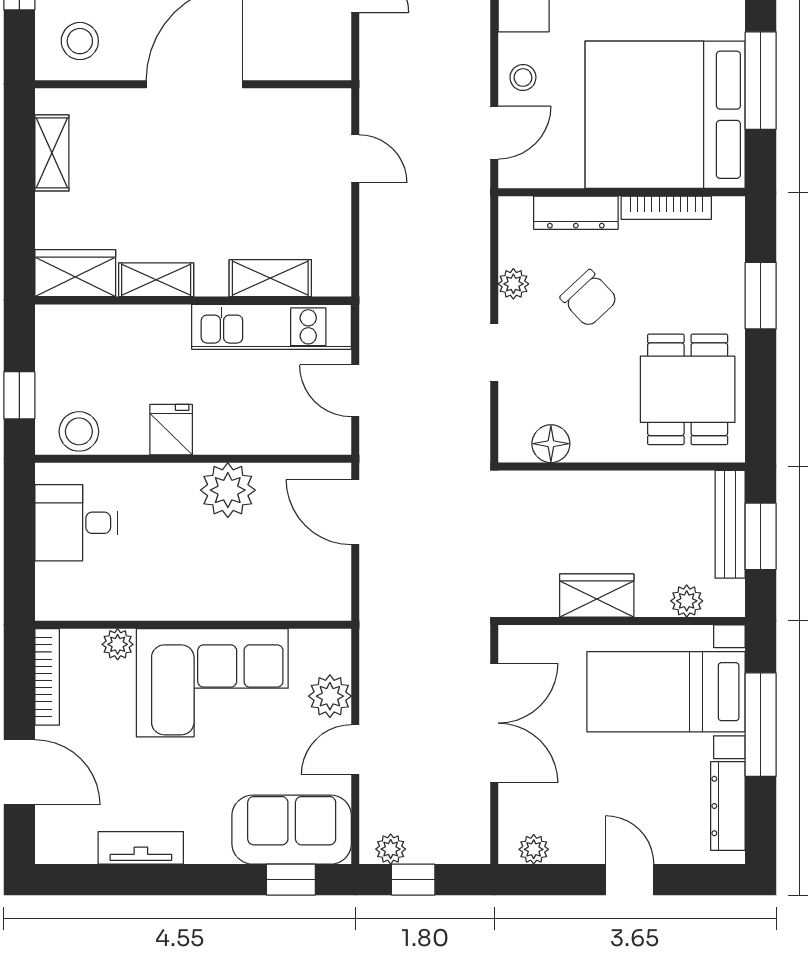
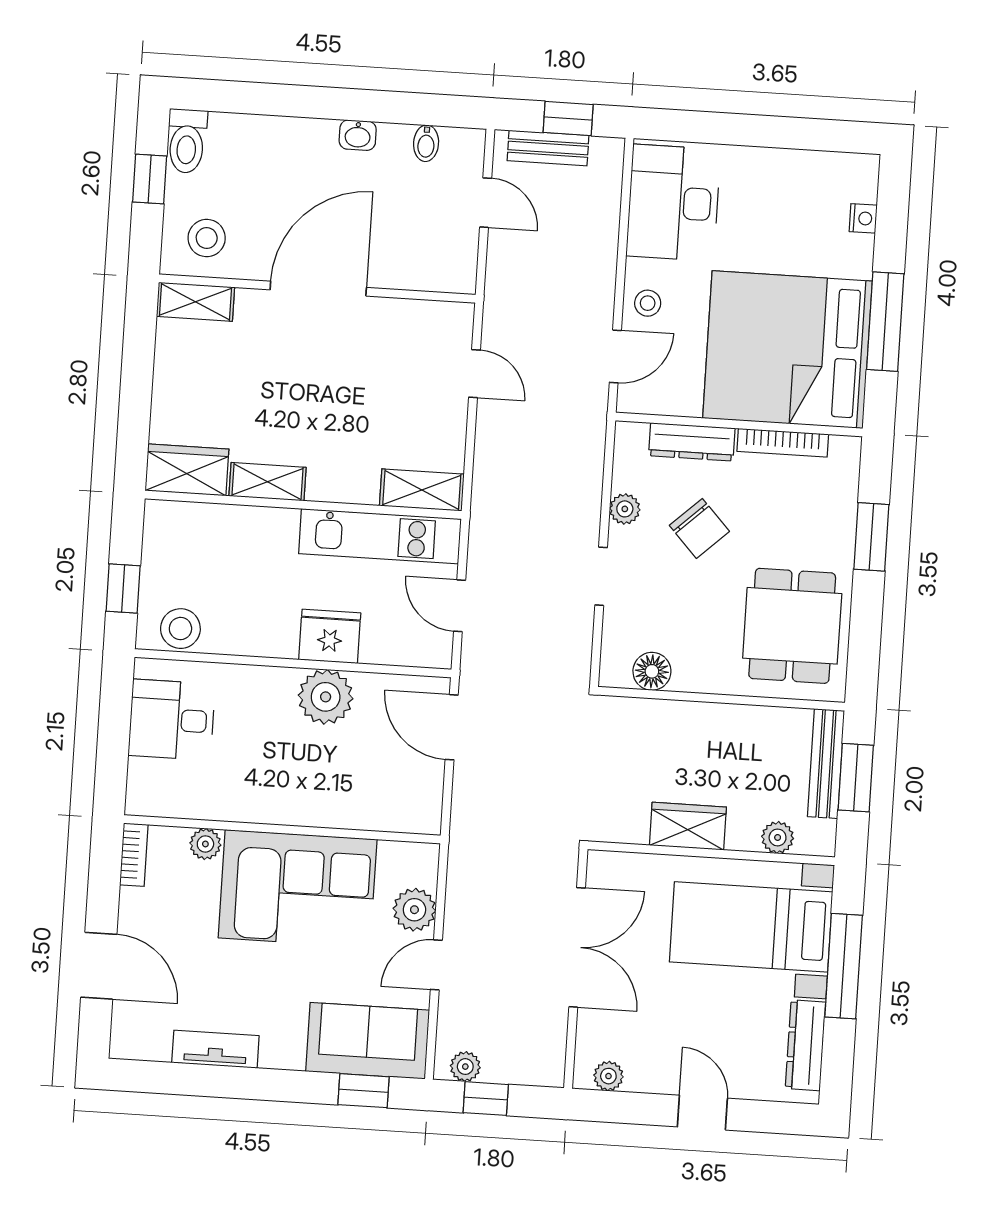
shelving: (52, 153) -> (195, 302), moved, turned 90
shelving: (270, 278) -> (422, 490), moved
fridge: (171, 430) -> (330, 636), moved, width x1.38
bookcase: (47, 677) -> (134, 855), width x0.64

